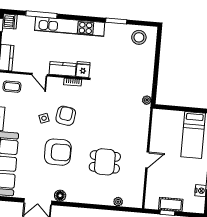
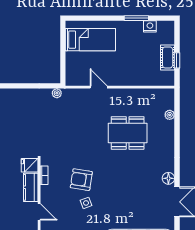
door: (39, 75) -> (39, 212), hinge flipped
armchair: (58, 152) -> (121, 185), removed
door: (147, 160) -> (99, 87), moved
dining table: (105, 162) -> (128, 133), width x1.38

